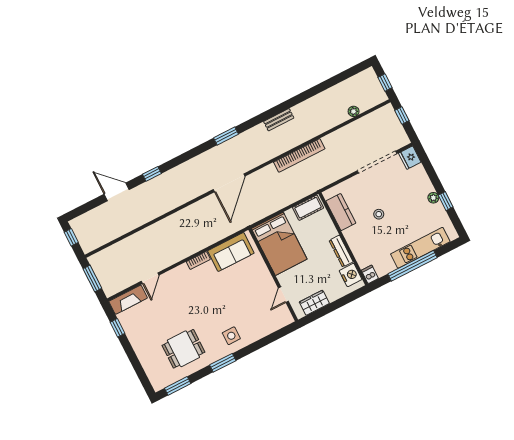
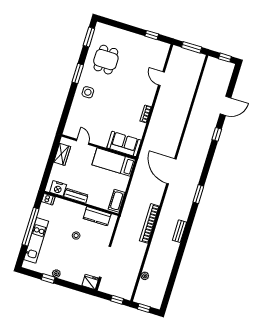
bed: (279, 244) -> (114, 162), width x0.67
sofa: (231, 252) -> (124, 144), moved, turned 90
fireplace: (128, 300) -> (161, 55), removed

